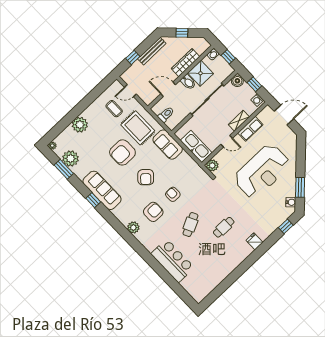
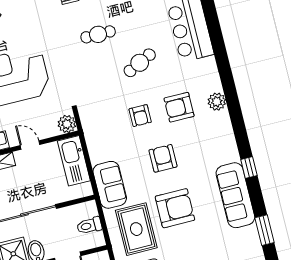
plant: (71, 159) -> (248, 239), removed
armchair: (146, 177) -> (163, 158), turned -43
sofa: (102, 190) -> (235, 195), moved

